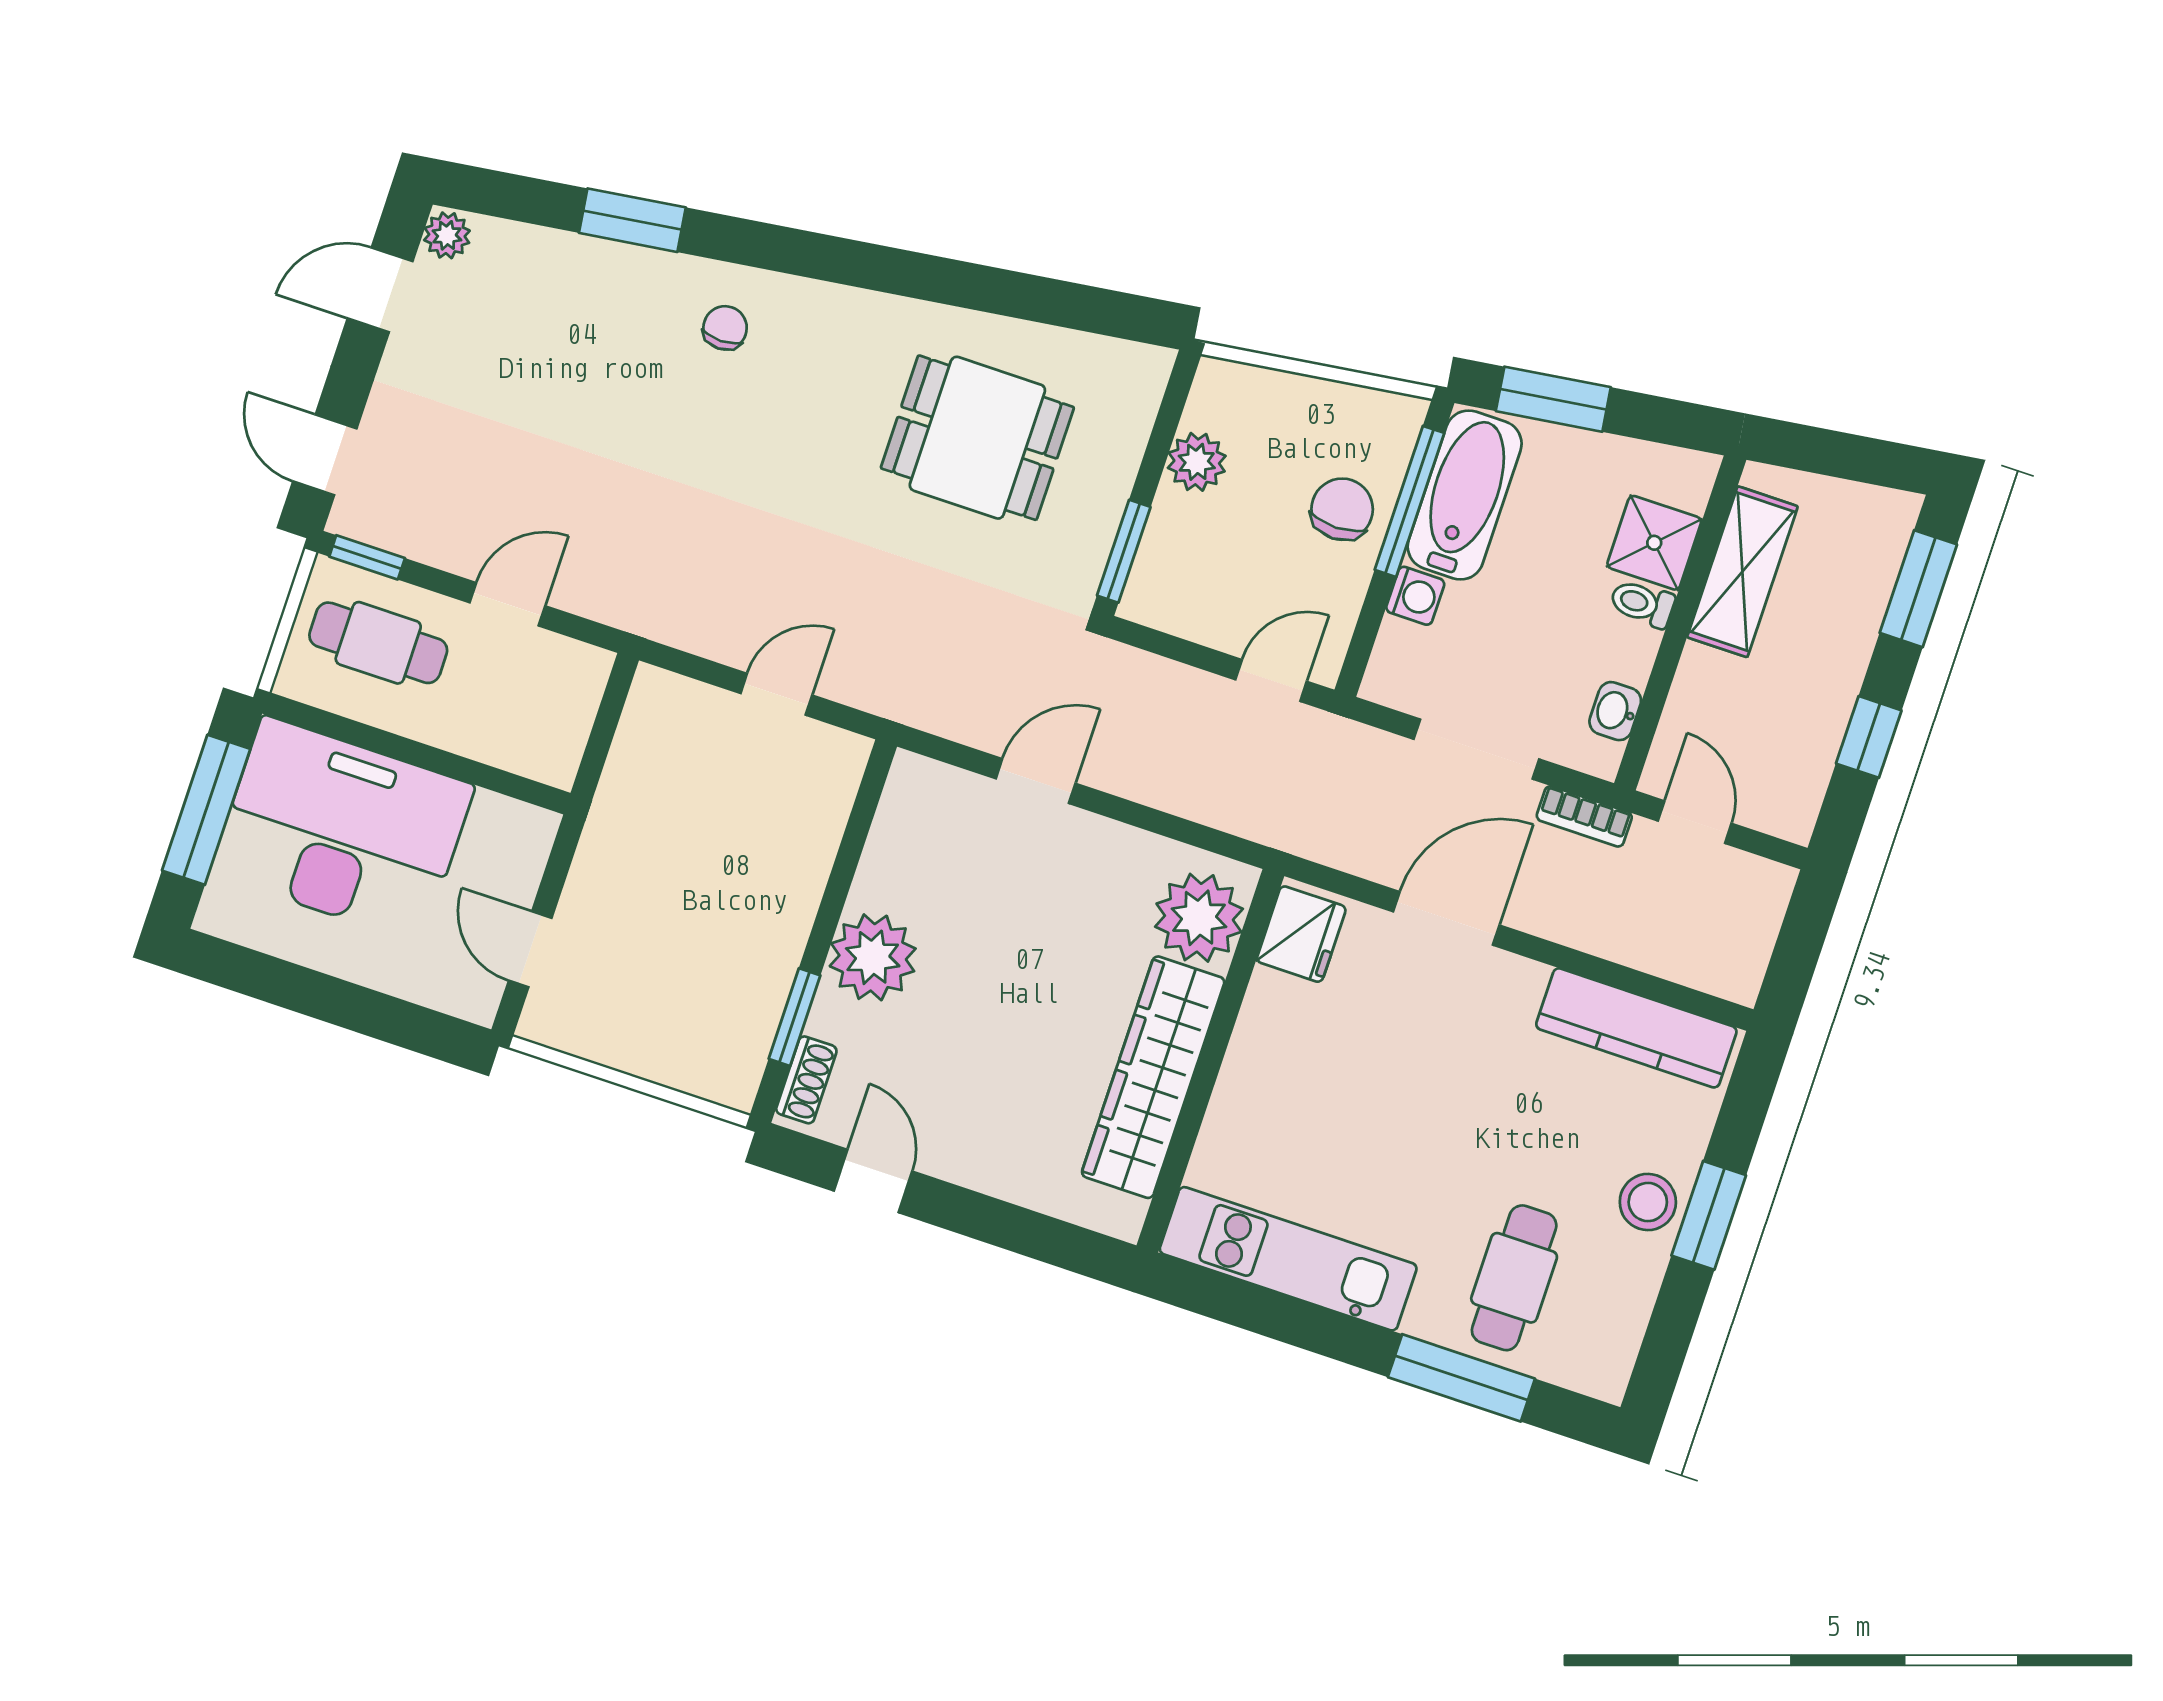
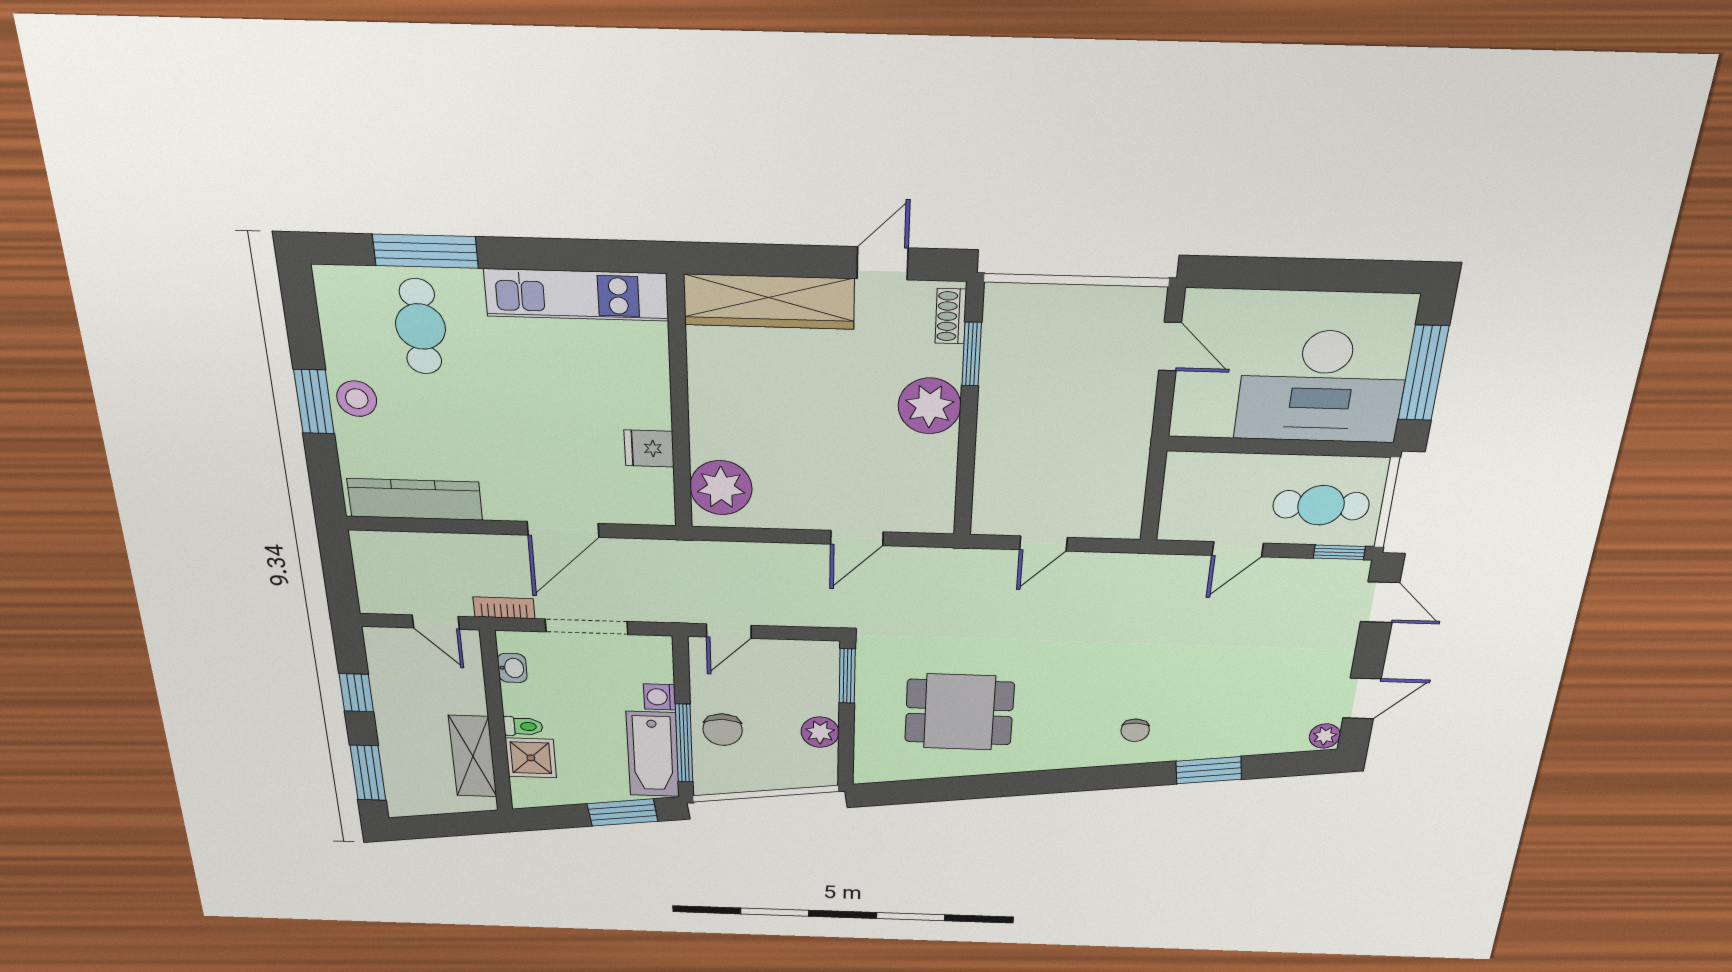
fridge: (1301, 934) -> (649, 448), moved, width x0.72
wardrobe: (1153, 1077) -> (769, 302), moved, turned 90
door: (873, 1181) -> (883, 263), swing flipped

